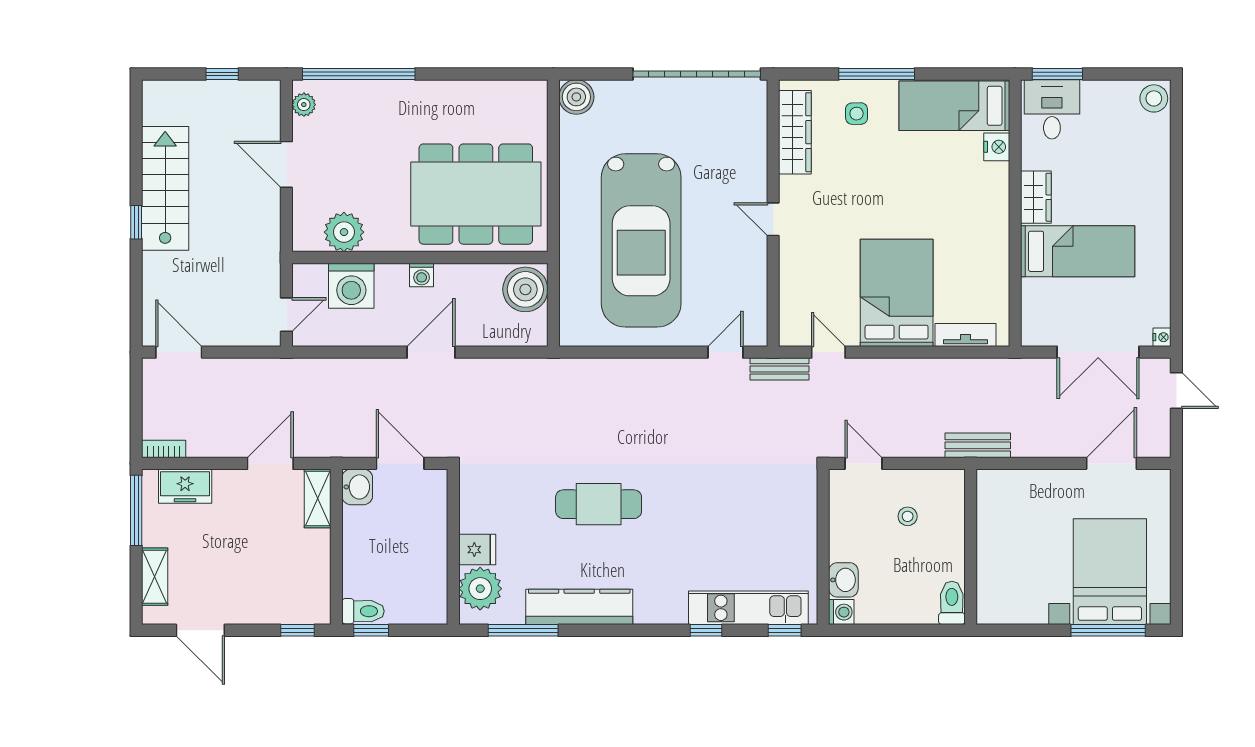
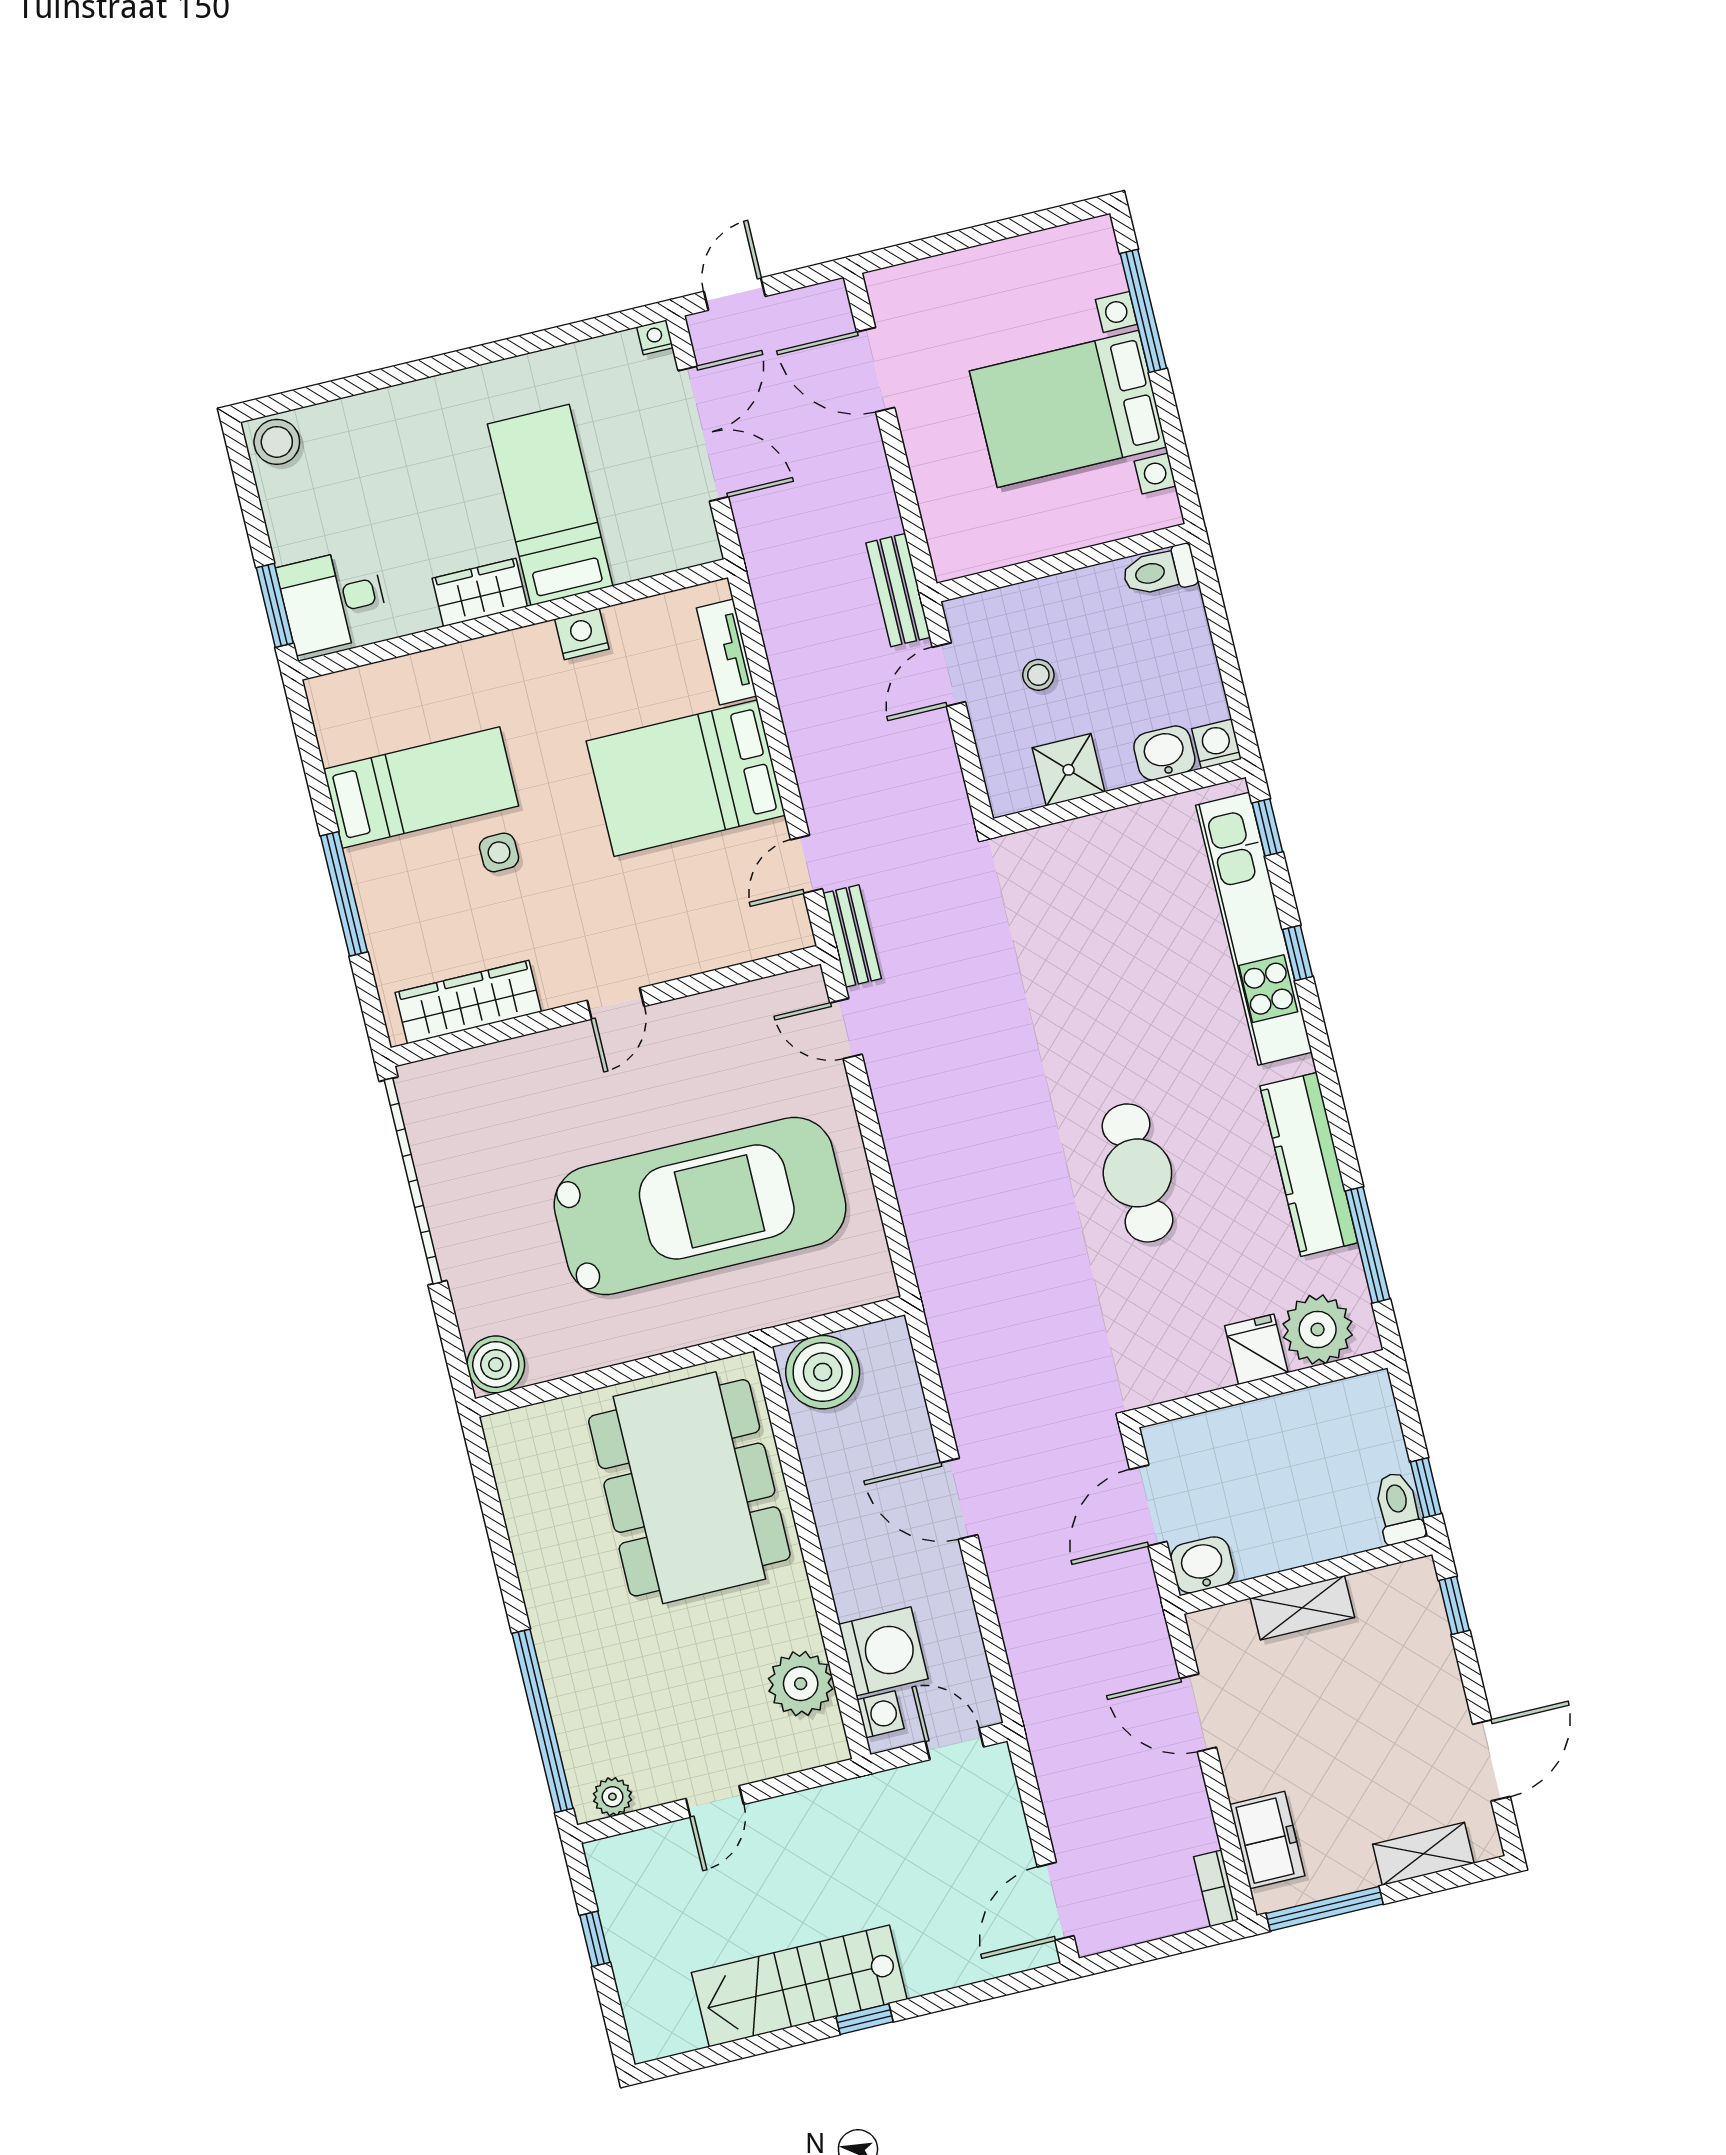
bed: (954, 106) -> (421, 788), moved, turned -90
side table: (857, 114) -> (499, 852), moved
nightstand: (997, 147) -> (582, 634), moved
door: (286, 164) -> (715, 1802), width x0.73
washing machine: (422, 275) -> (880, 1714), moved
door: (863, 463) -> (949, 674), moved
shelving: (318, 498) -> (1302, 1608), moved
shower: (847, 521) -> (1069, 770), added
bed with nightstands: (1110, 572) -> (1068, 409), moved
kitchen unit: (748, 608) -> (1254, 929), width x1.36

